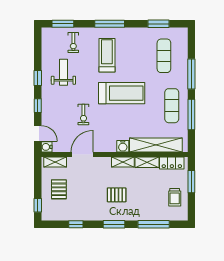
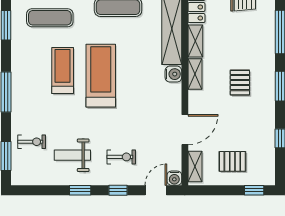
treadmill: (107, 55) -> (63, 70), moved, turned 90
exercise bike: (83, 114) -> (121, 157), moved
door: (82, 155) -> (185, 130), swing flipped

